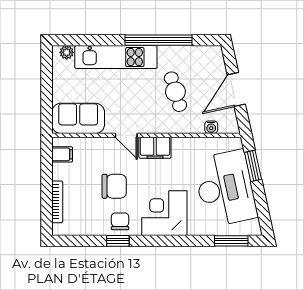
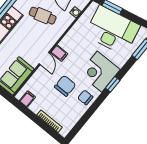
door: (126, 135) -> (44, 59), hinge flipped
filing cabinet: (155, 148) -> (59, 53), width x0.50
window: (118, 241) -> (113, 84), moved

